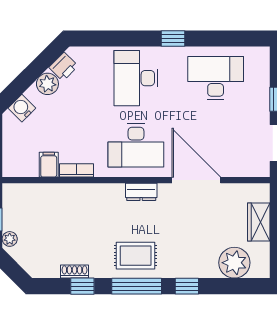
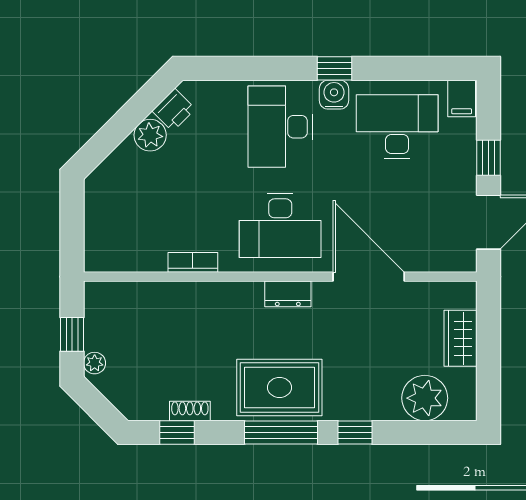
water cooler: (22, 108) -> (334, 95), moved, turned 45
filing cabinet: (49, 165) -> (462, 98), moved, turned 180
rug: (136, 256) -> (279, 387), width x1.36, depth x1.43
window: (82, 286) -> (177, 432), moved

